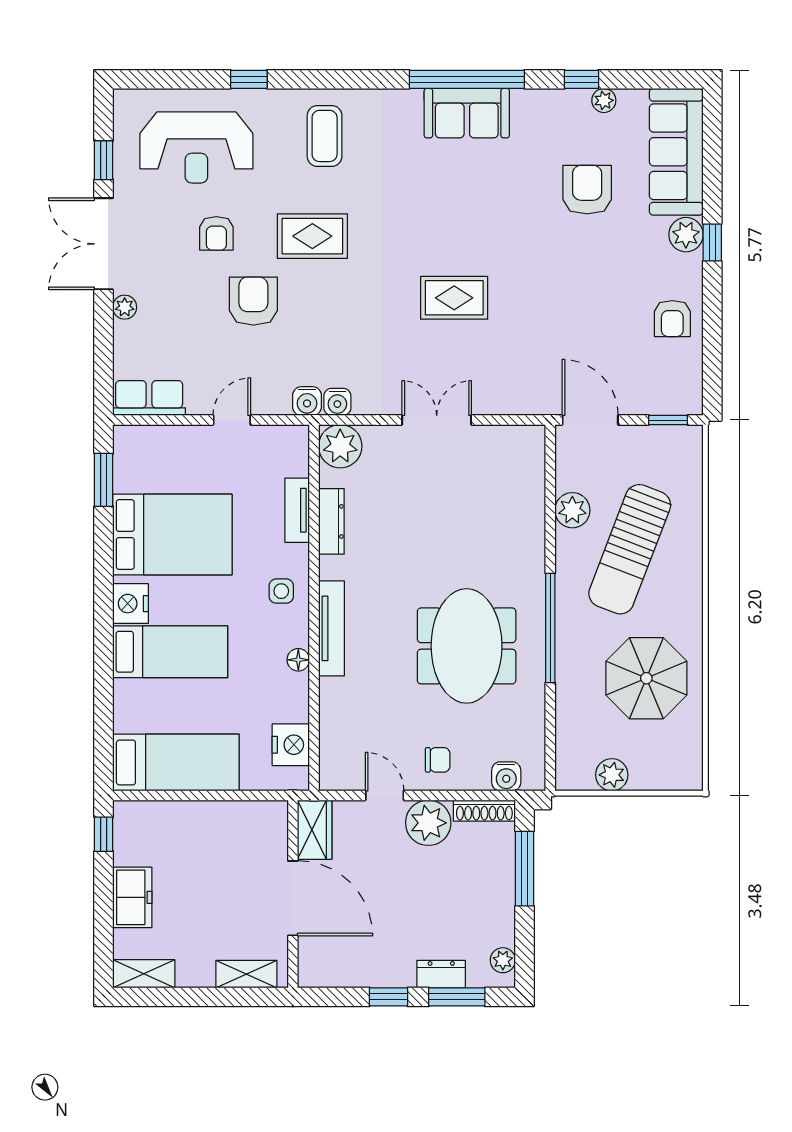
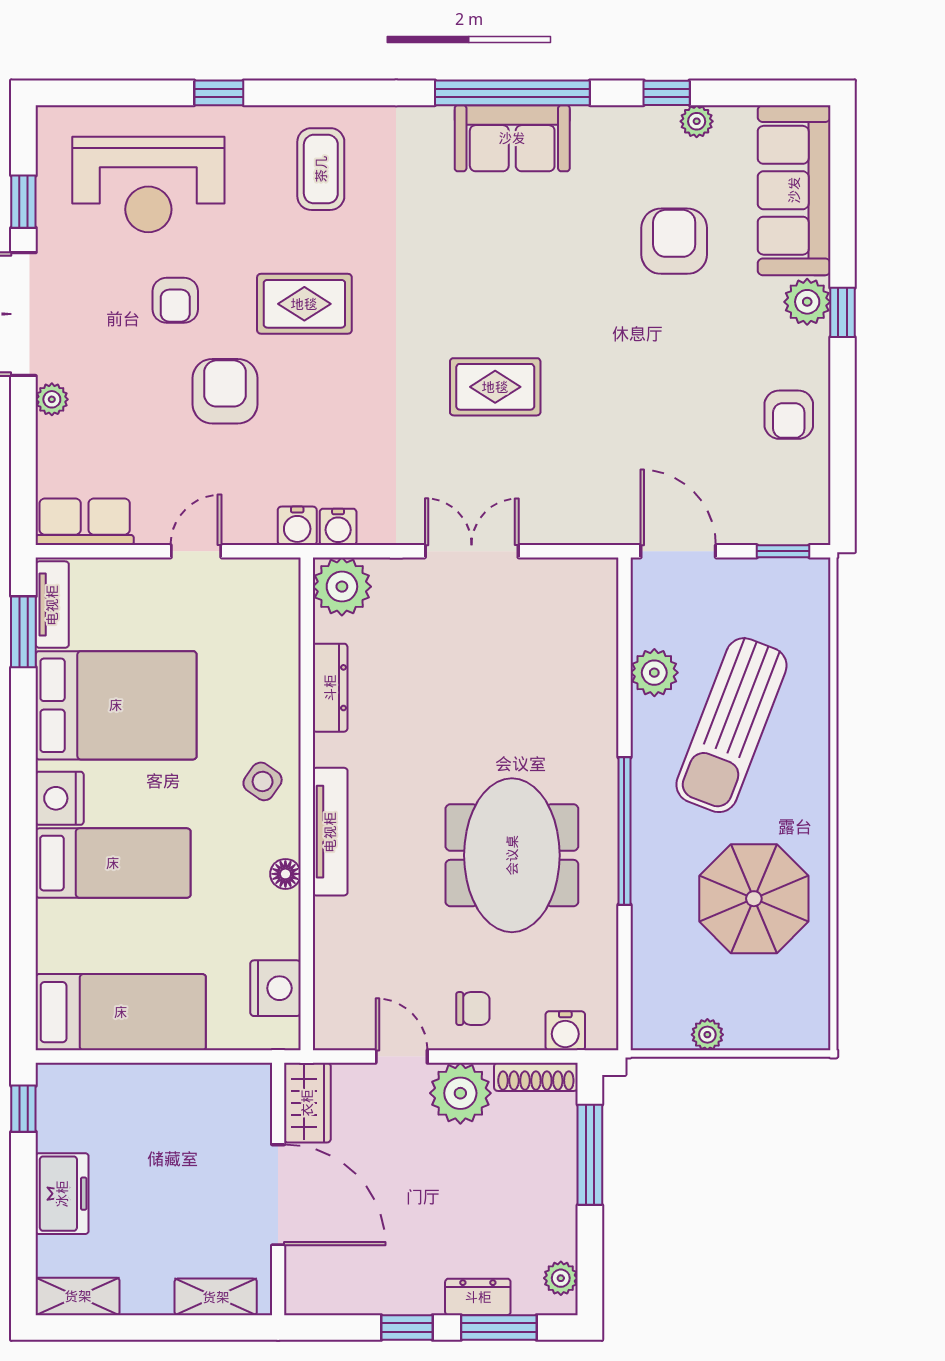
tv unit: (297, 510) -> (52, 605), moved, turned 180
side table: (281, 591) -> (263, 781), turned 35
plant: (612, 775) -> (707, 1035), width x0.73, depth x0.73

